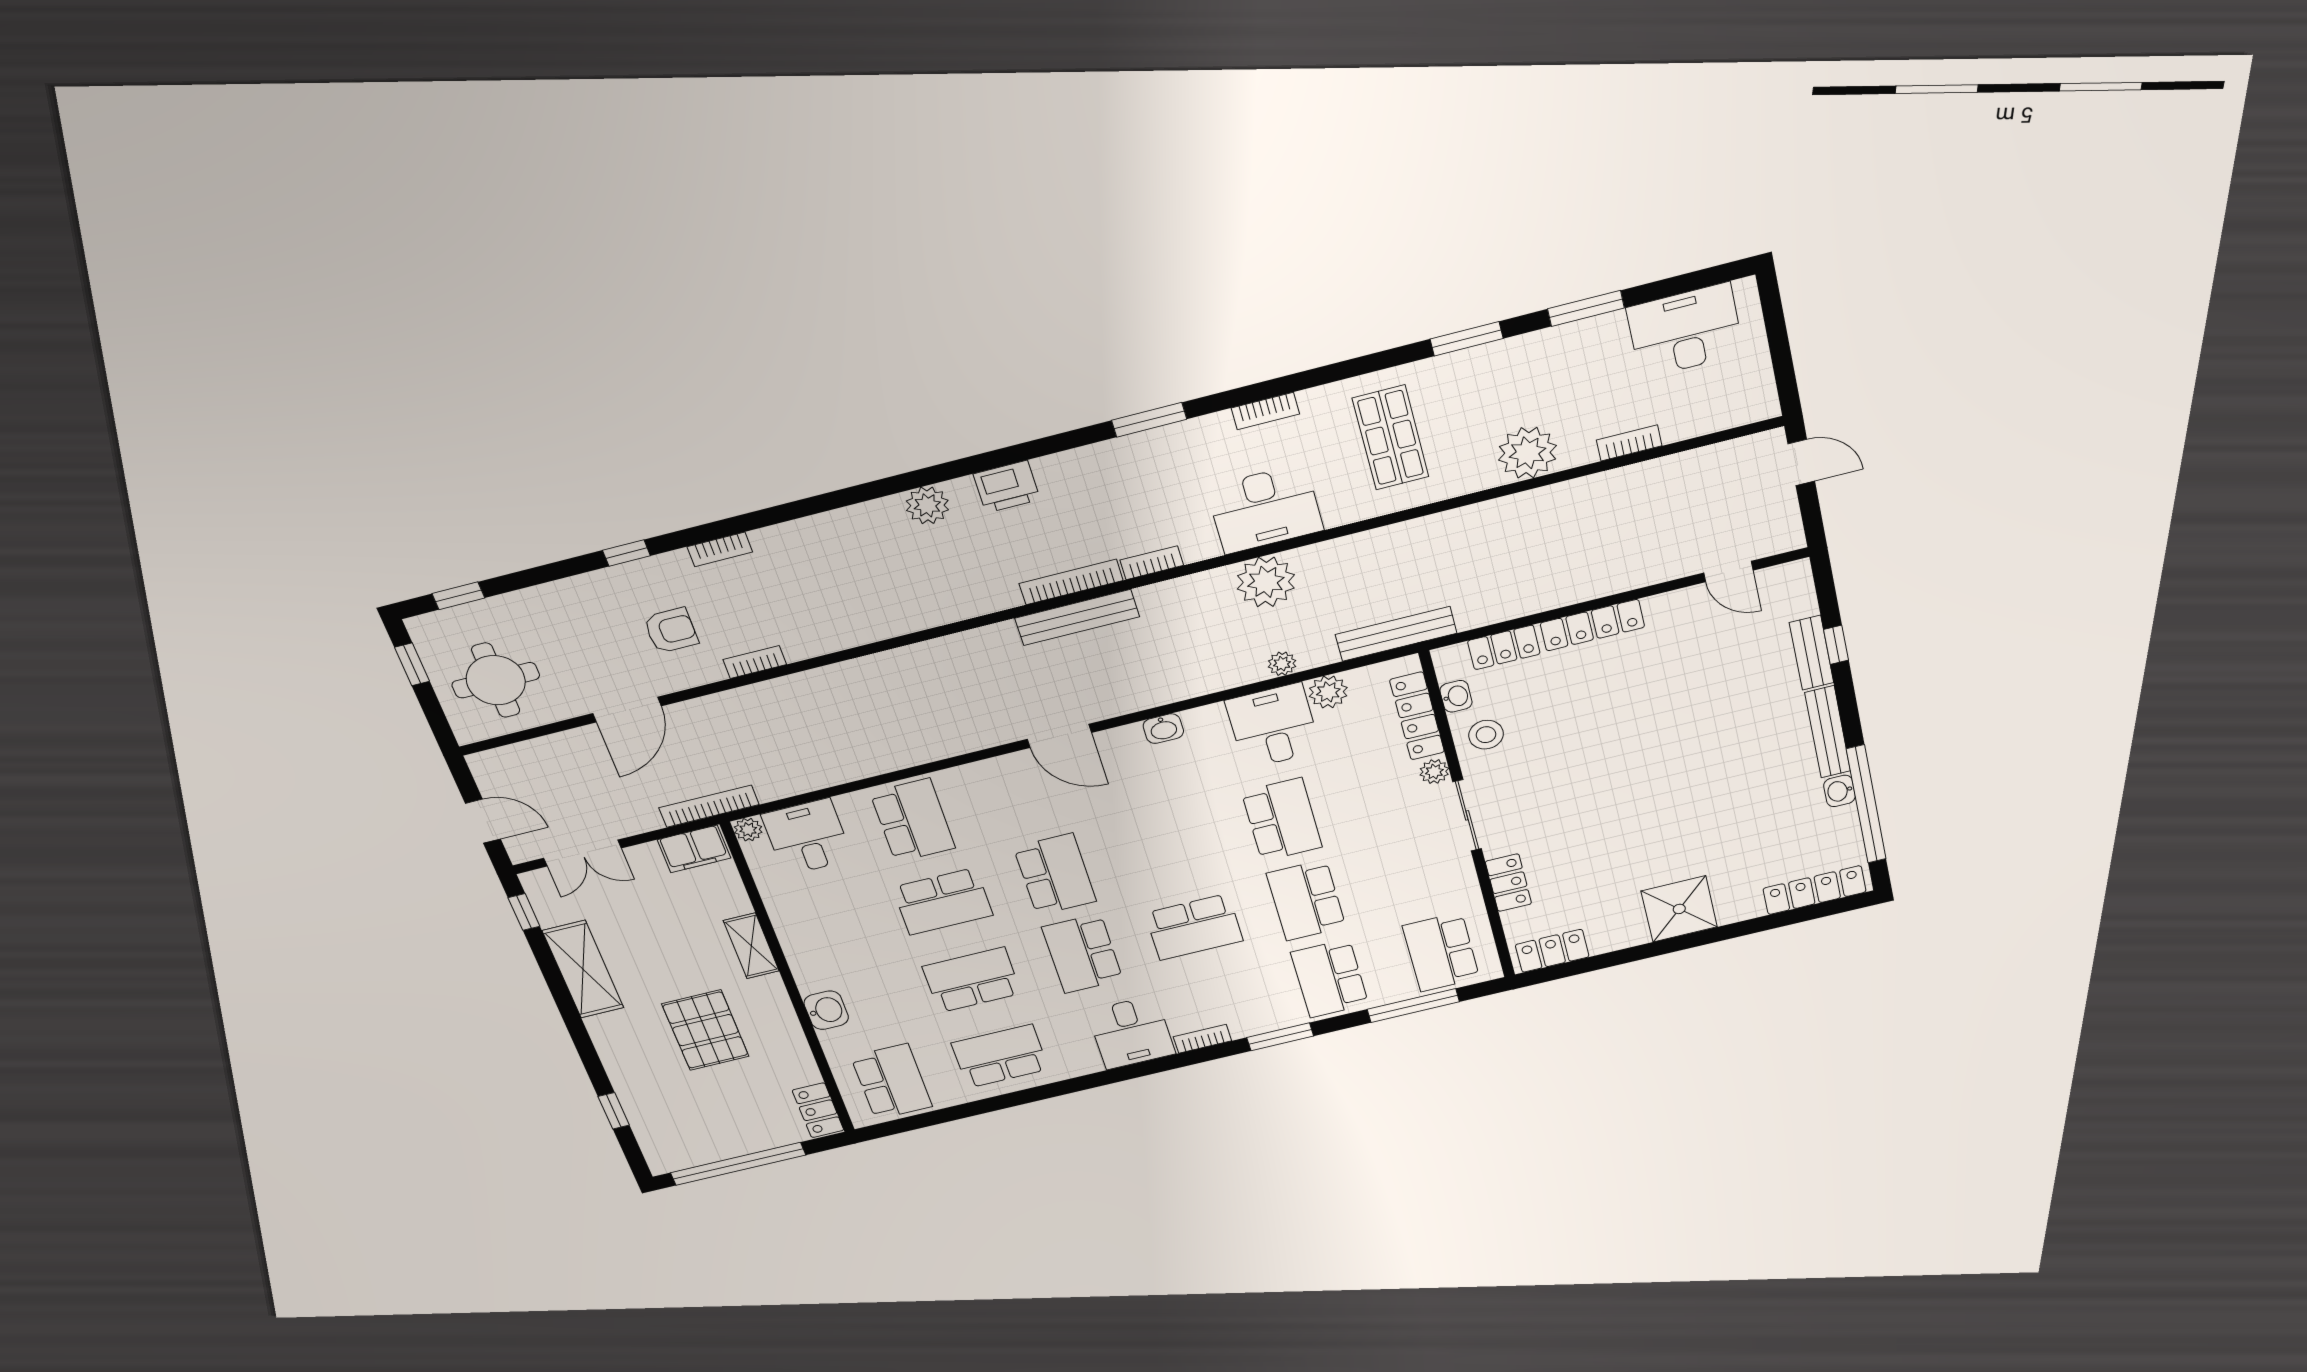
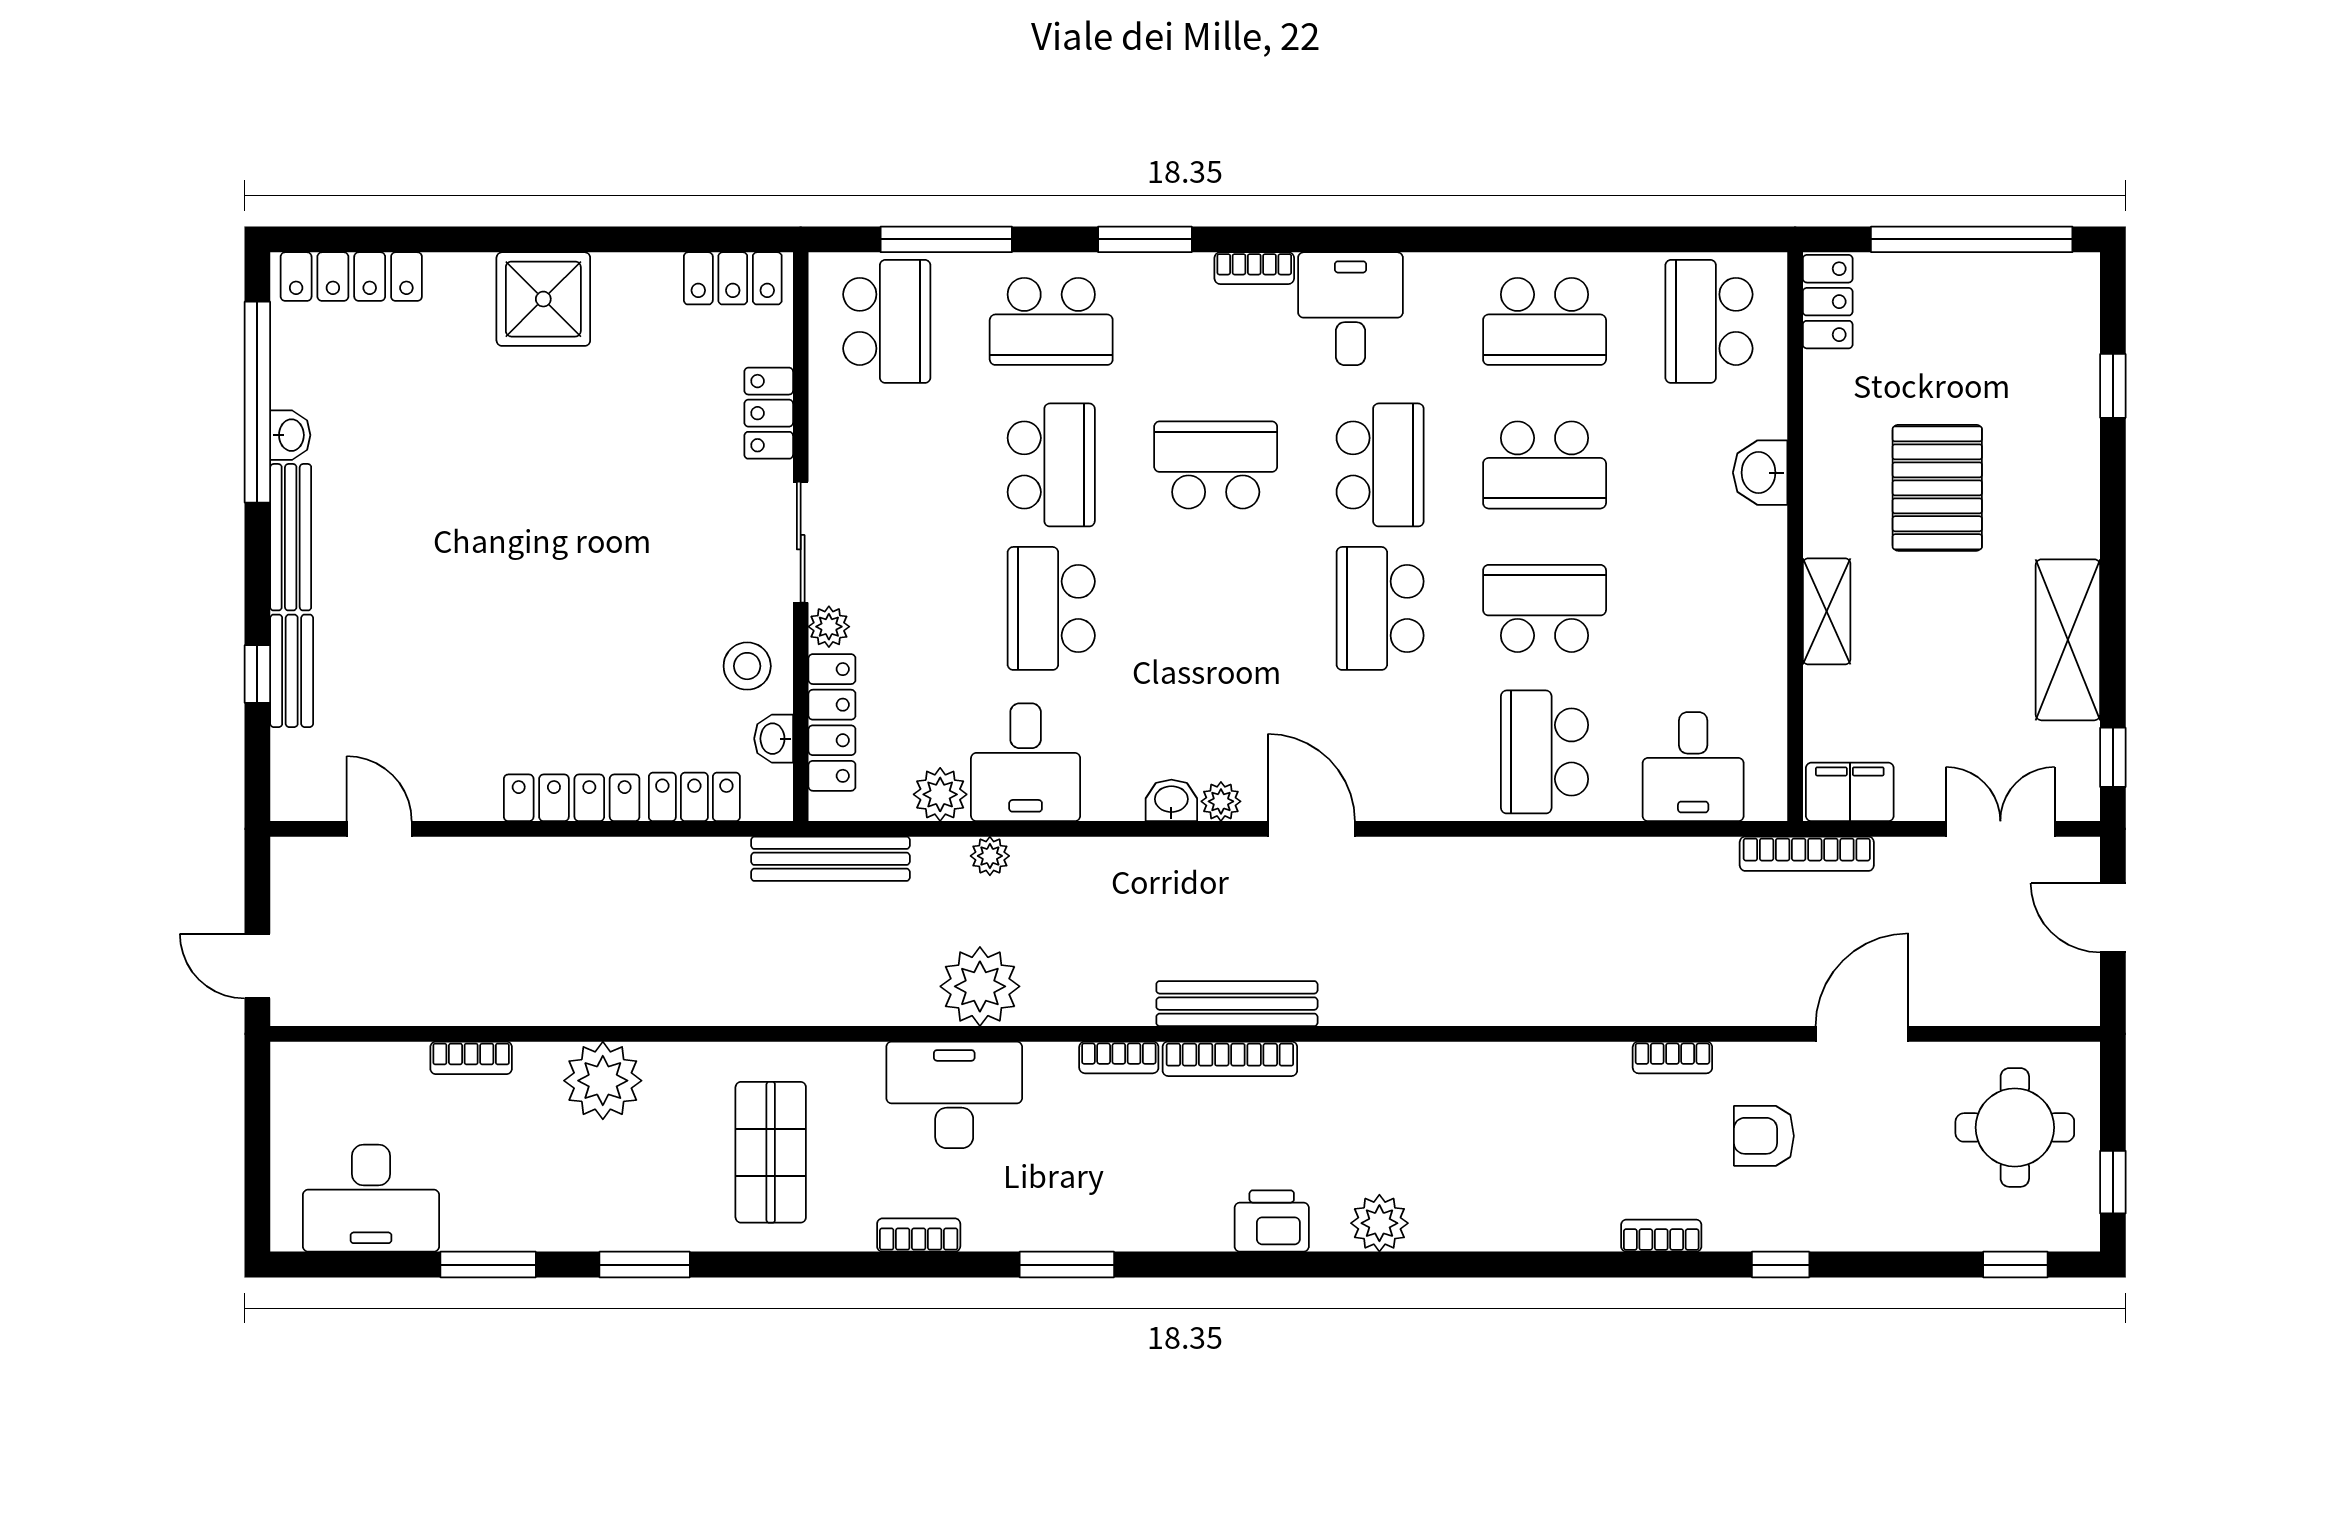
plant: (748, 830) -> (1221, 801), moved
school desk: (1330, 978) -> (1051, 321), turned 90

